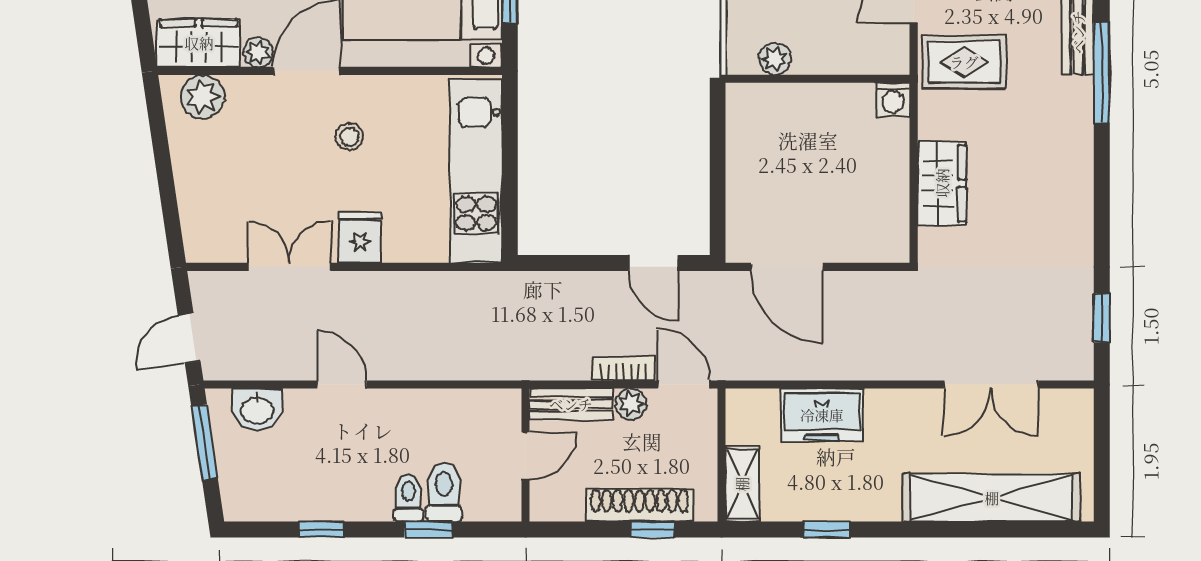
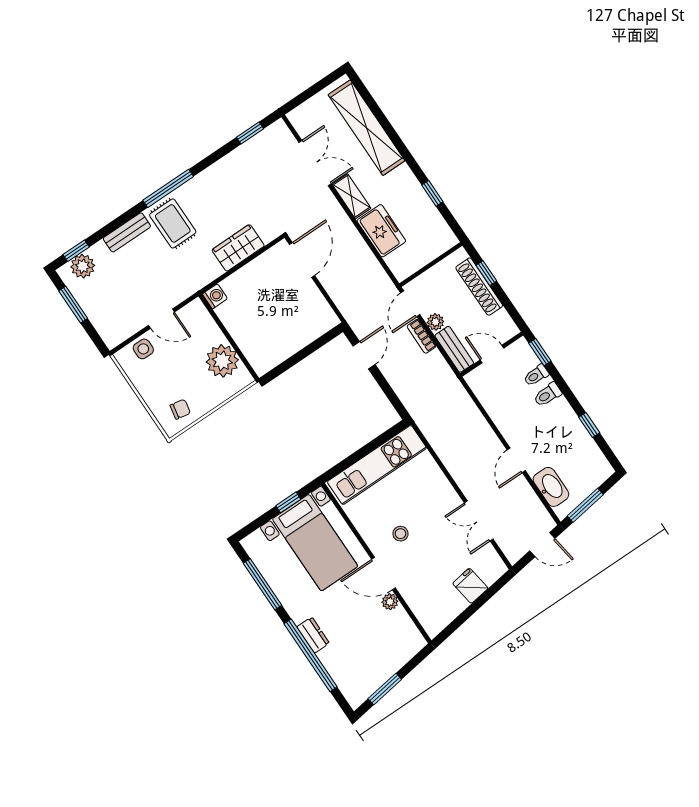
wardrobe: (199, 43) -> (404, 632), removed
plant: (775, 59) -> (222, 361), width x1.87, depth x1.87
rug: (964, 62) -> (173, 223), moved
window: (1102, 72) -> (168, 188), moved
plant: (203, 97) -> (428, 613), removed
fridge: (360, 238) -> (470, 586), moved, turned 82
door: (787, 267) -> (302, 260), moved
washbasin: (257, 409) -> (551, 487), width x1.38
shelving: (742, 484) -> (351, 196), moved, turned 90
toilet: (444, 492) -> (536, 375), width x0.73, depth x0.72
window: (428, 530) -> (540, 352), moved

